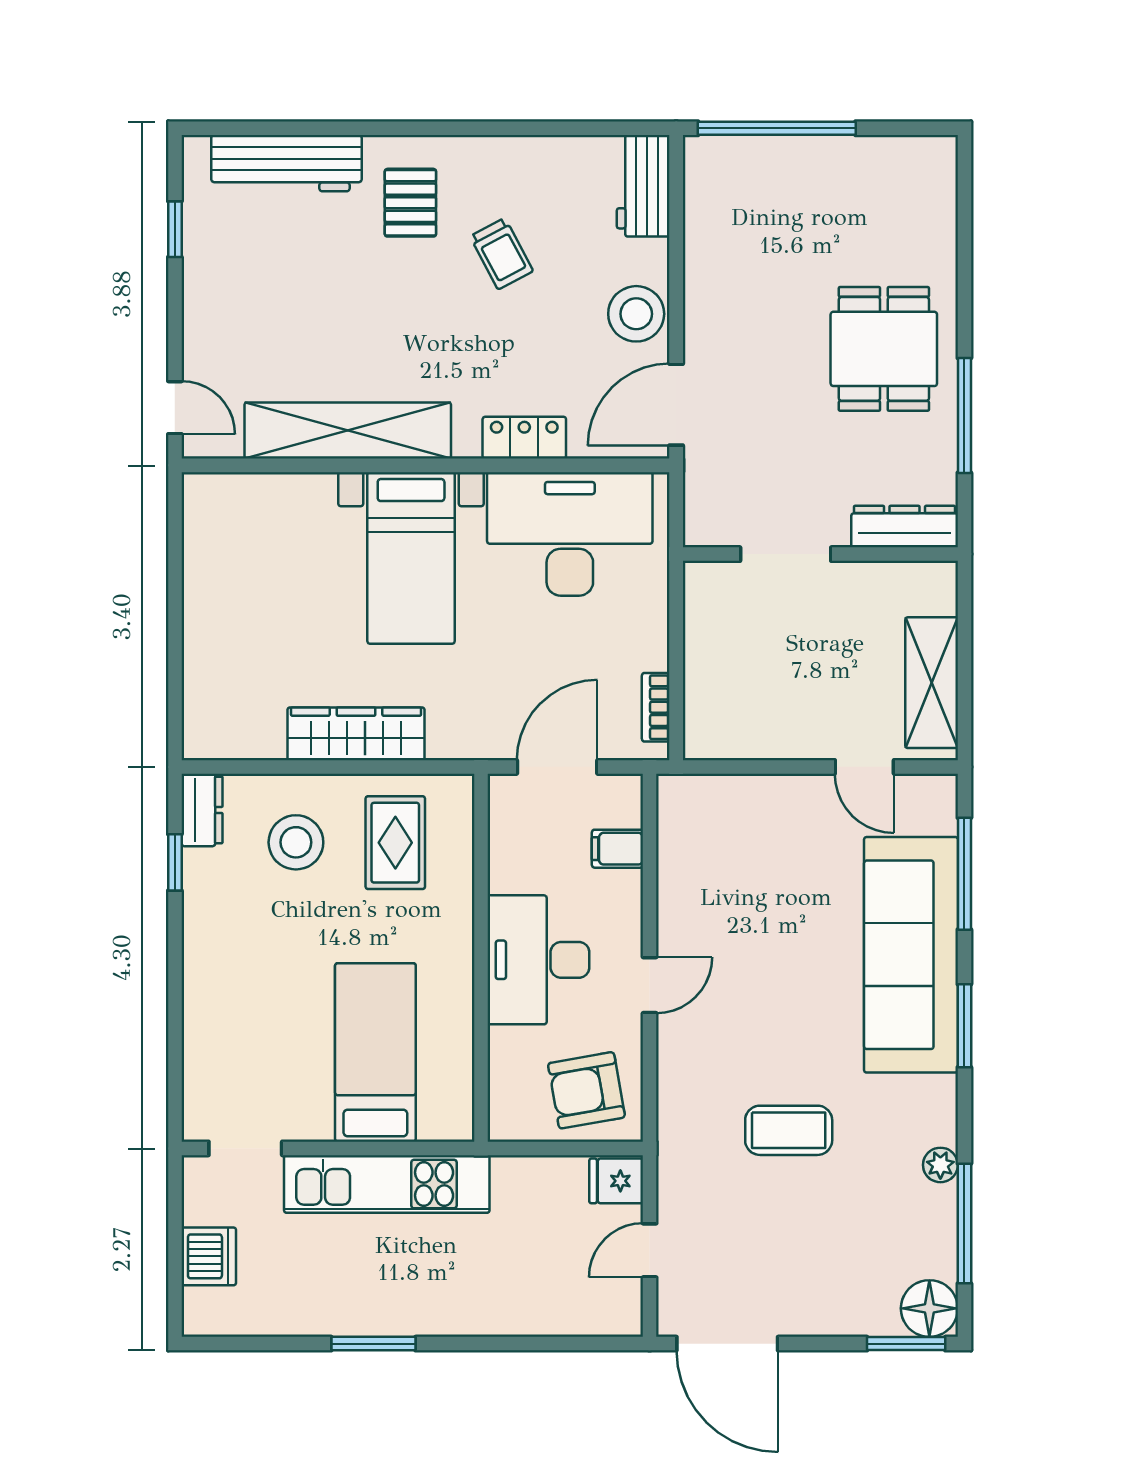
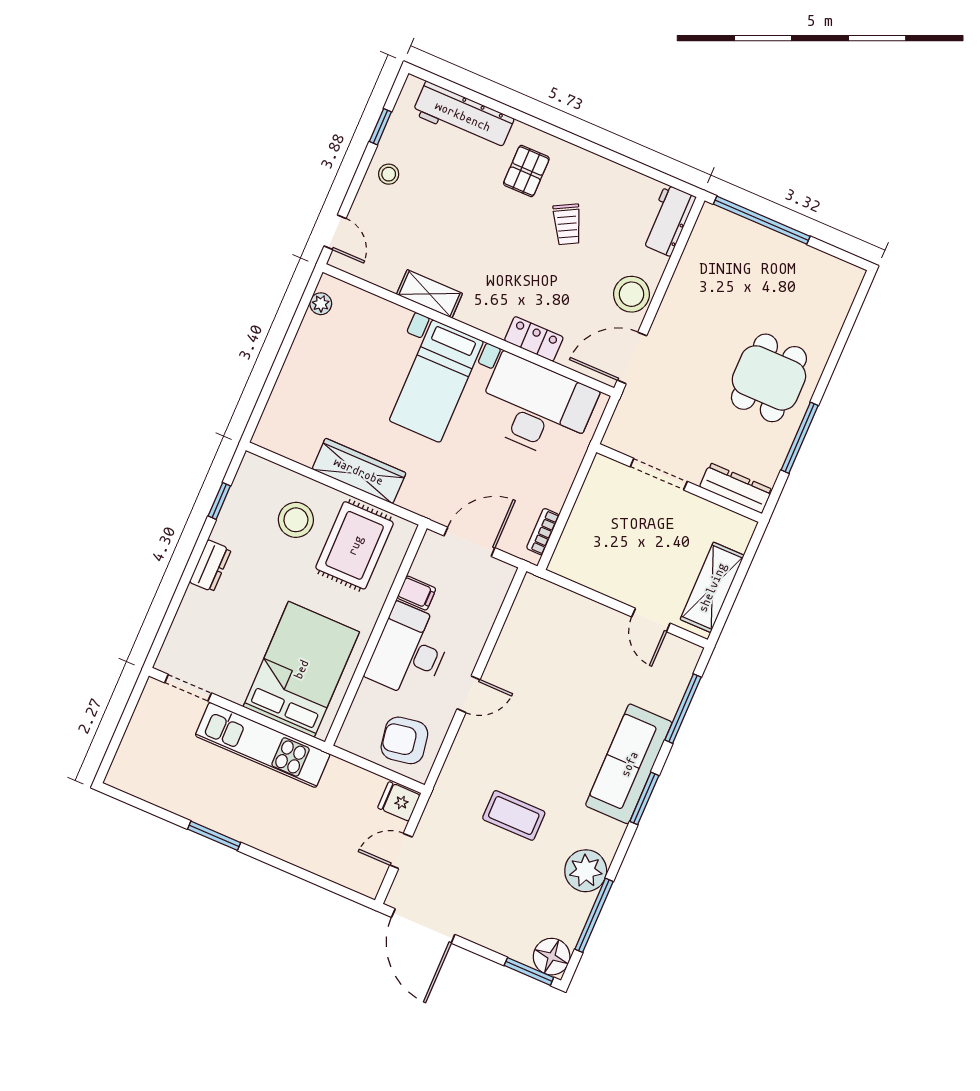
stool: (216, 292) -> (389, 174), added
shelving: (348, 431) -> (430, 294), width x0.45, depth x0.75
plant: (198, 519) -> (321, 304), added
dresser: (202, 810) -> (210, 566), moved
rug: (395, 843) -> (355, 545), width x1.36, depth x1.43
filing cabinet: (617, 849) -> (417, 593), moved, turned 180
sofa: (911, 955) -> (629, 764), width x0.74, depth x0.79
bed: (375, 1052) -> (301, 669), width x1.50
plant: (940, 1165) -> (586, 871), width x1.88, depth x1.88
dishwasher: (209, 1256) -> (139, 742), removed

